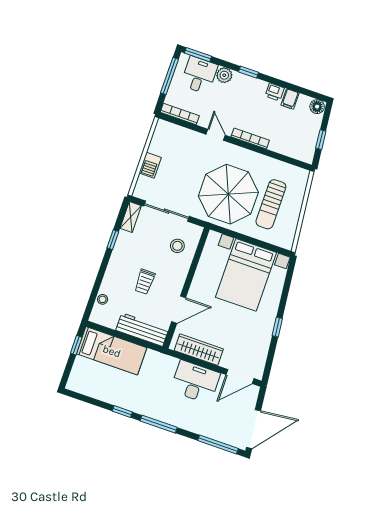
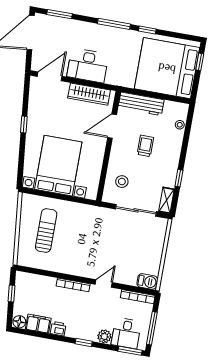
filing cabinet: (290, 99) -> (38, 324), width x2.00
door: (216, 135) -> (104, 283), swing flipped
barbecue: (150, 165) -> (147, 281), moved, turned 90
parasol: (228, 194) -> (85, 233), removed
window: (76, 345) -> (200, 62), moved
bed: (112, 351) -> (167, 68), width x2.04
window: (218, 445) -> (60, 14), width x0.69

